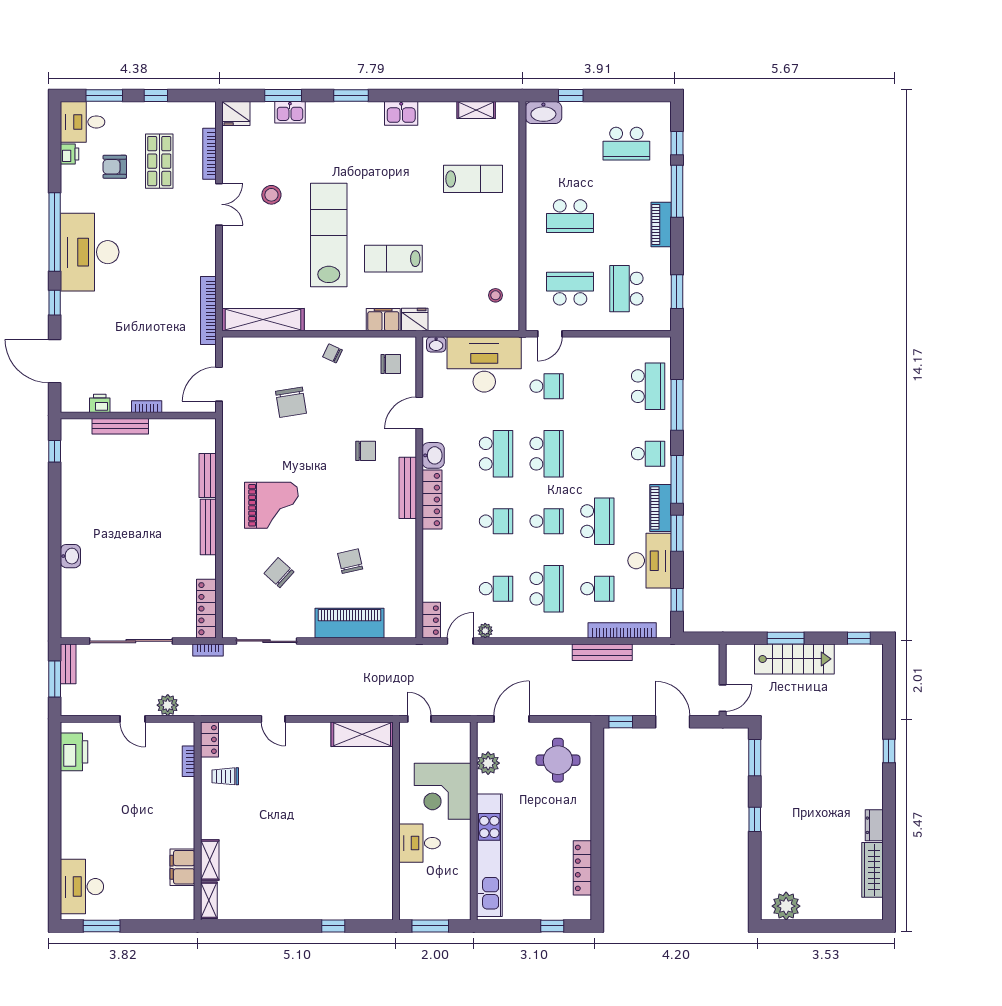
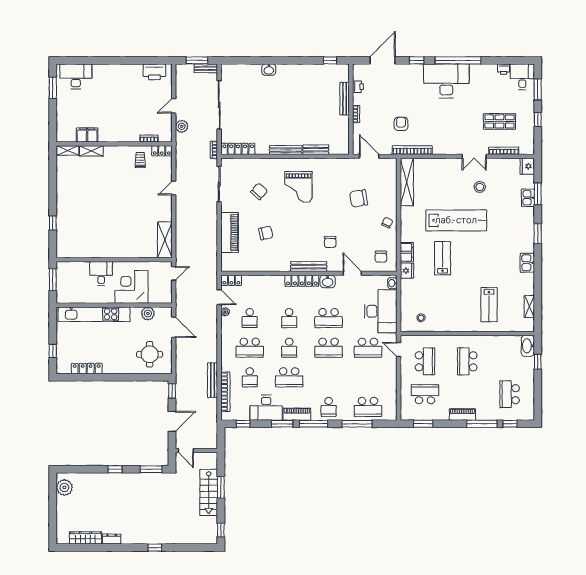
armchair: (115, 167) -> (401, 124), moved
school desk: (547, 386) -> (368, 348), width x1.85

